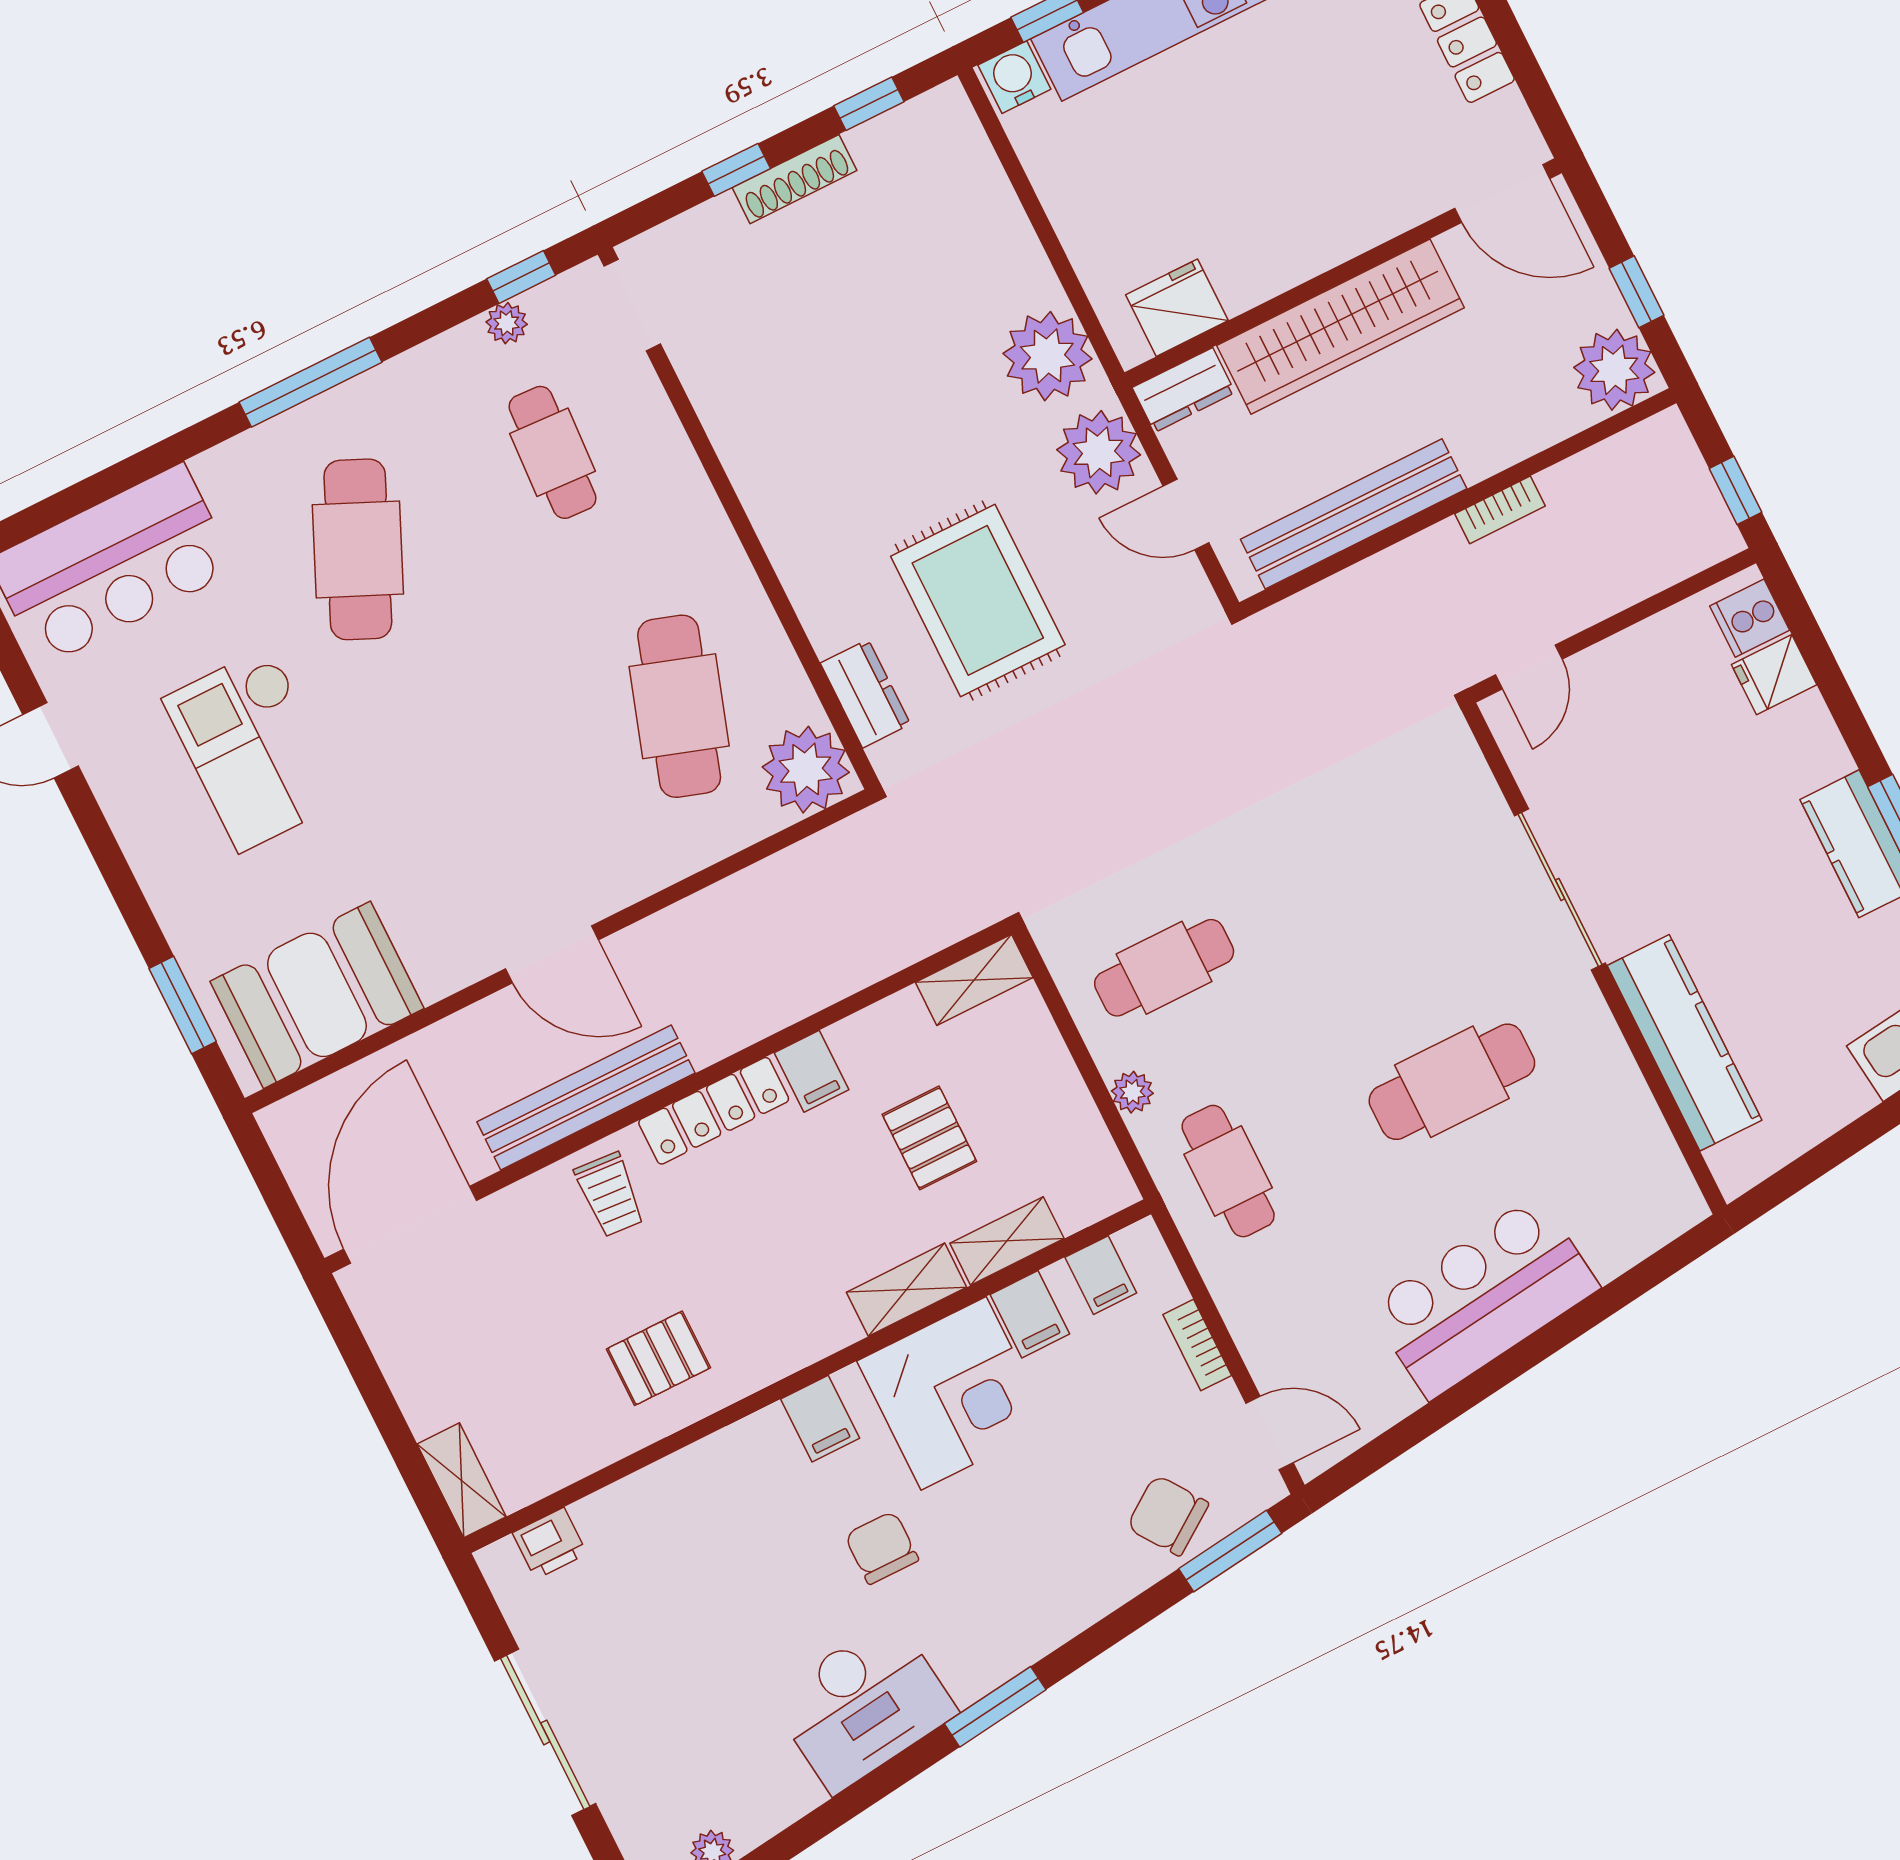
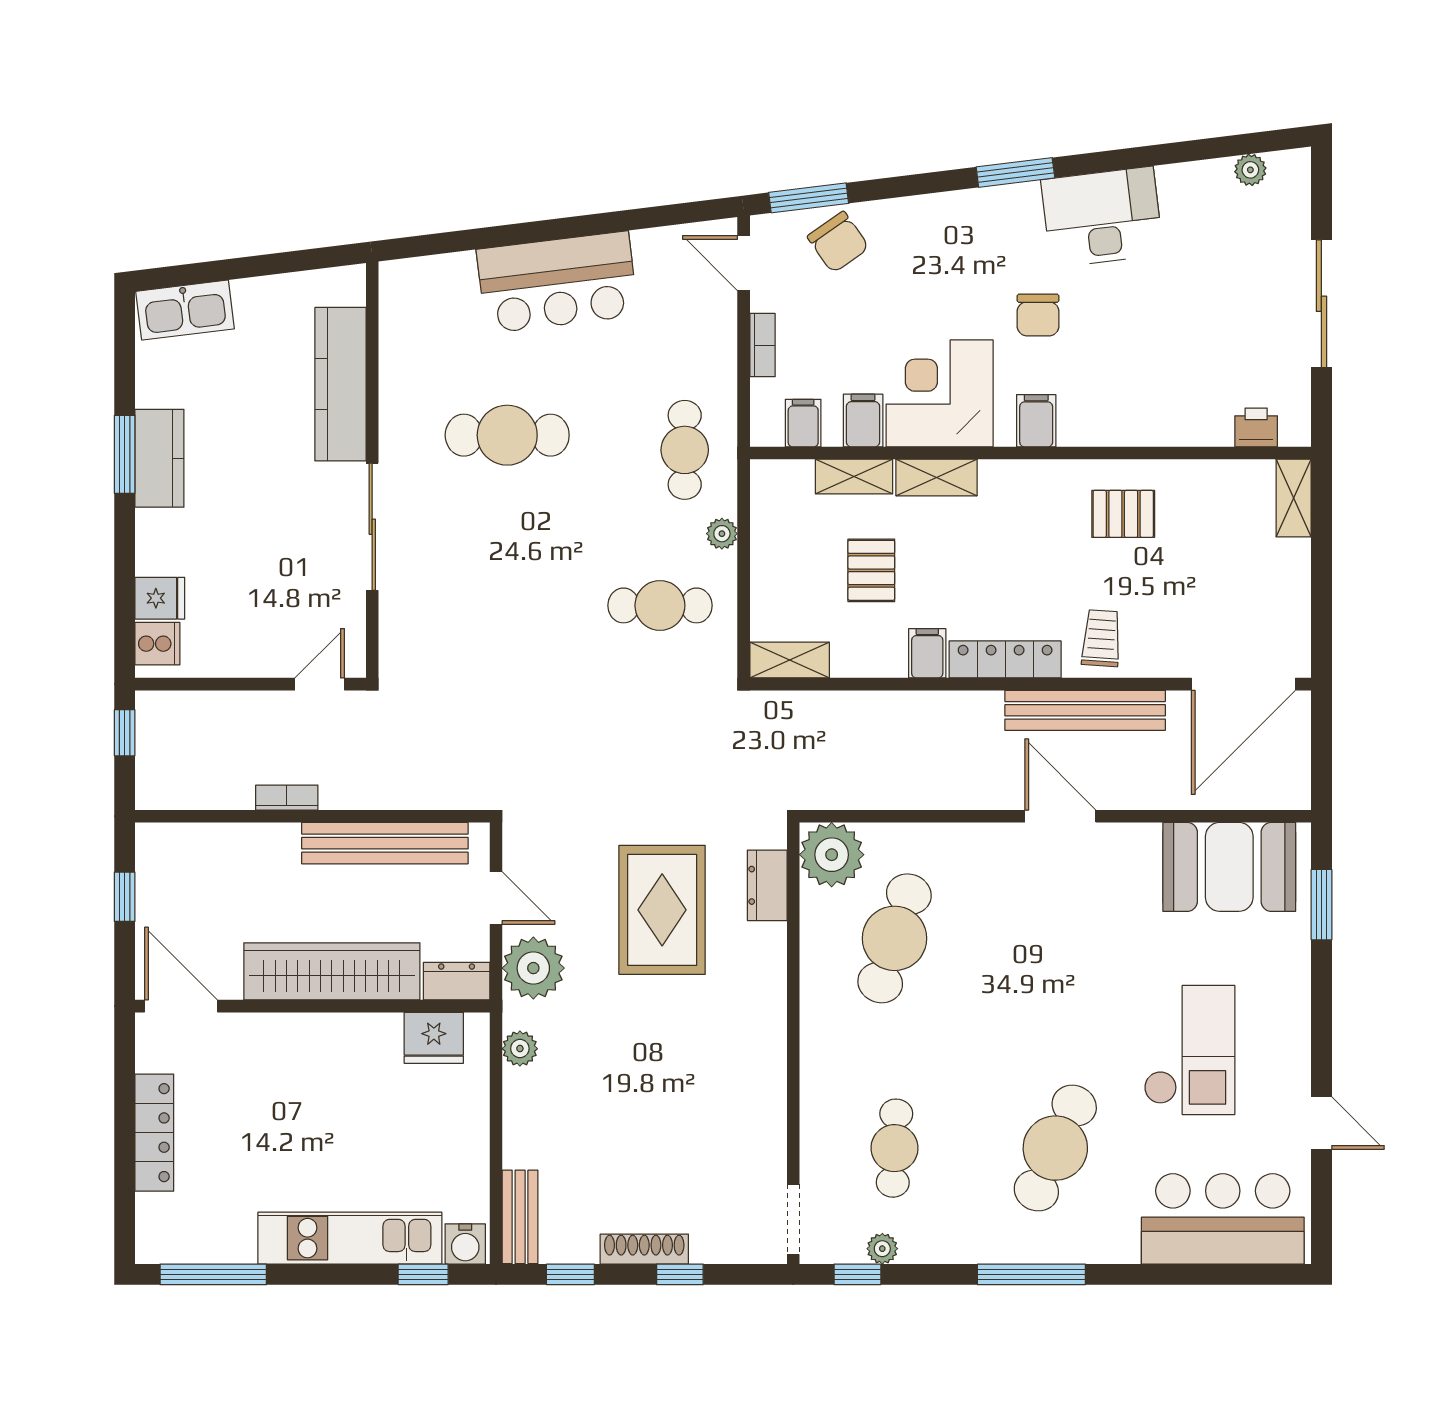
bench: (964, 143) -> (520, 1217), added
plant: (1048, 356) -> (520, 1049), width x0.53, depth x0.53
plant: (1614, 370) -> (165, 852), removed

